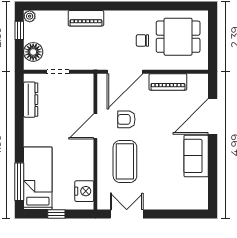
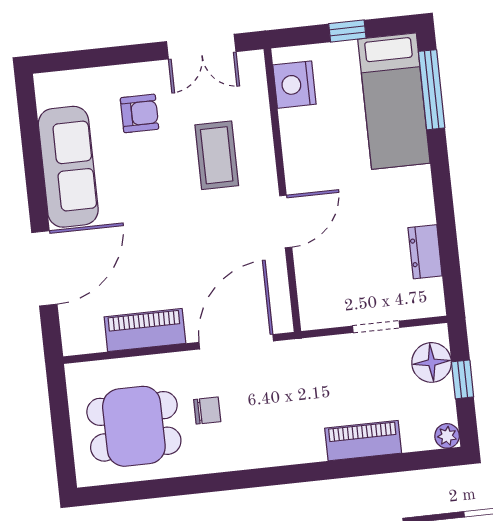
piano: (86, 18) -> (363, 441), moved
window: (19, 30) -> (463, 379), moved
dresser: (31, 100) -> (425, 252), width x0.70
armchair: (126, 119) -> (139, 113), moved
sofa: (196, 156) -> (68, 167), width x1.36
coffee table: (125, 161) -> (217, 155), width x0.73, depth x0.76

